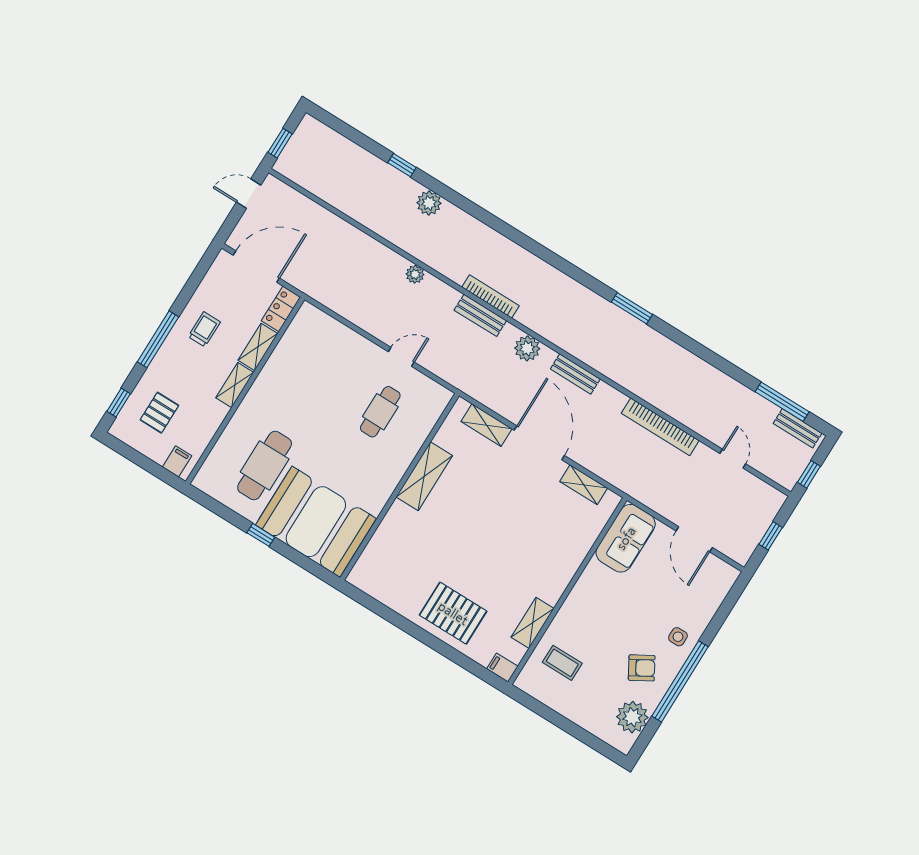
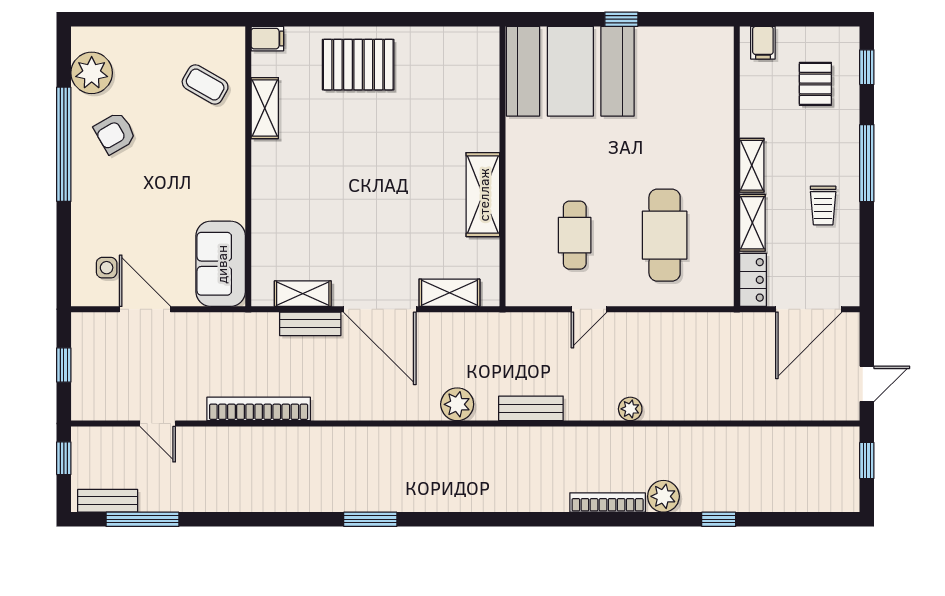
bookcase: (491, 296) -> (608, 502), moved, turned 180
bench: (575, 374) -> (310, 324), moved
cafe table: (265, 466) -> (665, 235), moved
side table: (678, 637) -> (107, 268), moved
coffee table: (562, 663) -> (205, 84), turned 30

